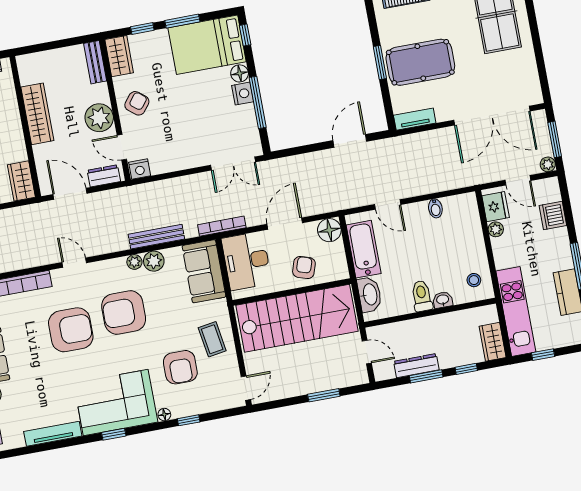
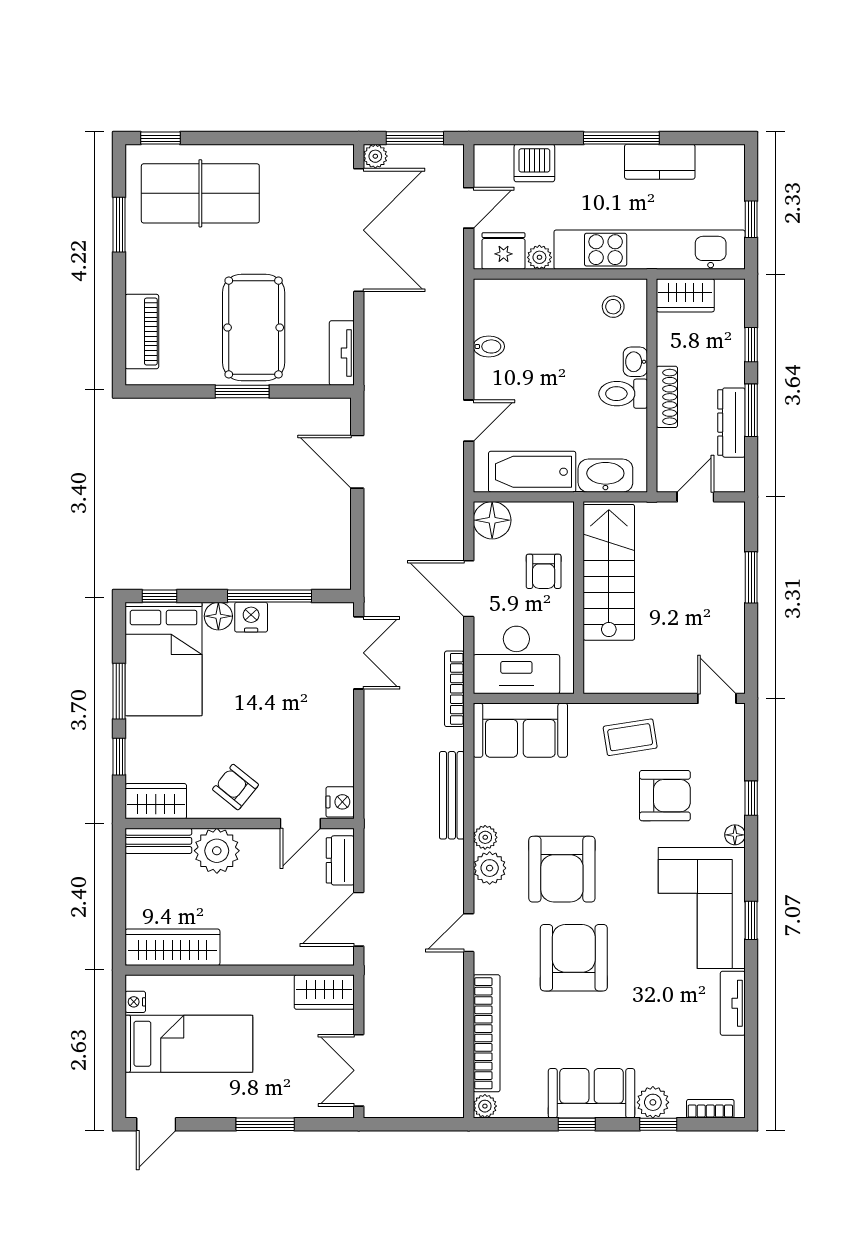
wardrobe: (37, 114) -> (172, 947), moved
plant: (99, 118) -> (217, 851), moved
plant: (548, 164) -> (375, 156), moved
plant: (154, 261) -> (490, 868), moved
armchair: (304, 267) -> (544, 571), turned -108
kitchen unit: (516, 311) -> (650, 250), width x1.36
stairs: (297, 318) -> (609, 572), width x0.73, depth x0.66
shoe rack: (425, 323) -> (667, 397), added
wardrobe: (493, 342) -> (685, 295), moved
tv unit: (53, 434) -> (733, 1003), width x0.71

